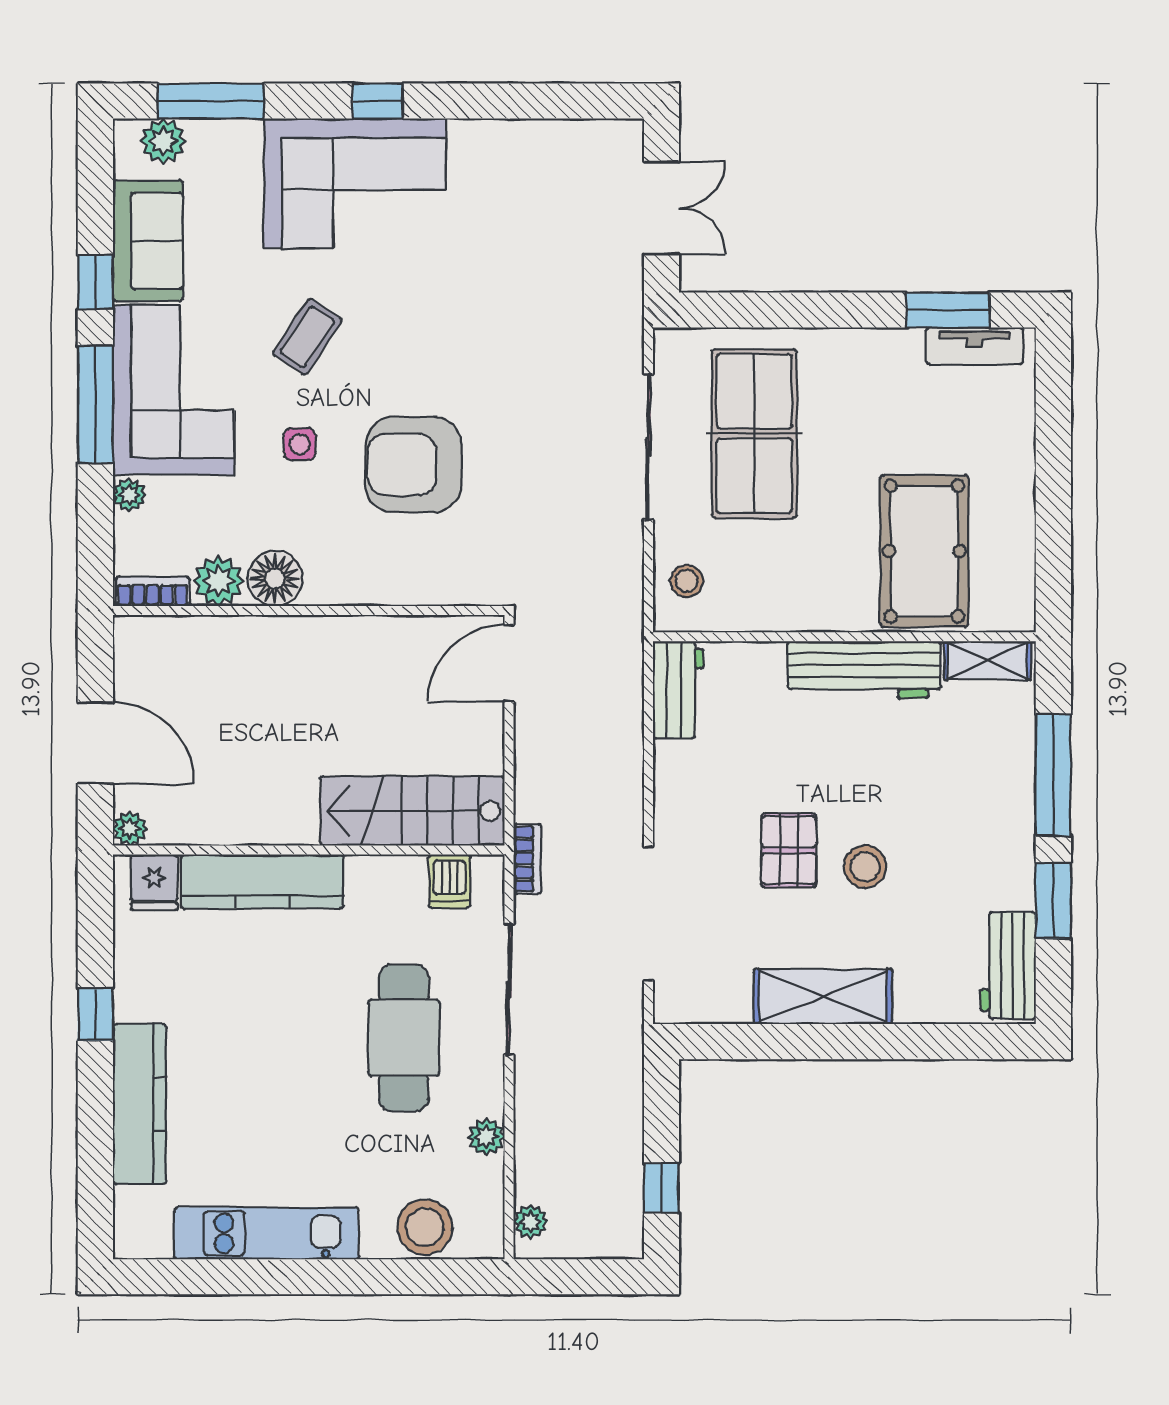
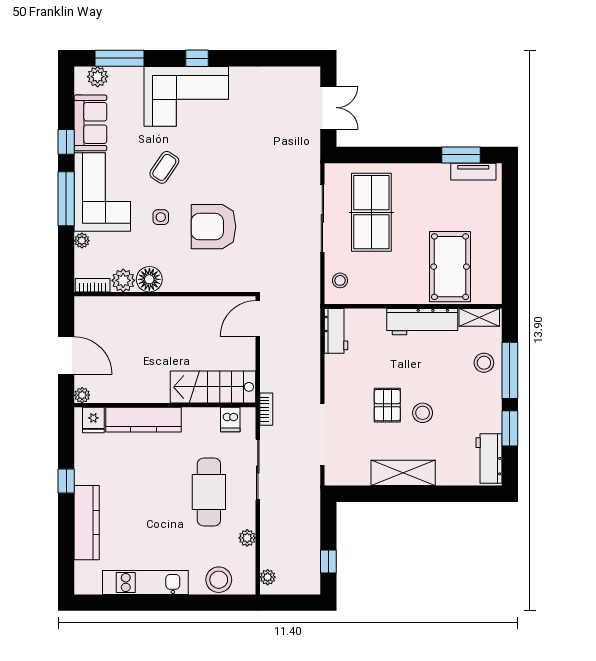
stool: (997, 759) -> (484, 363), added

